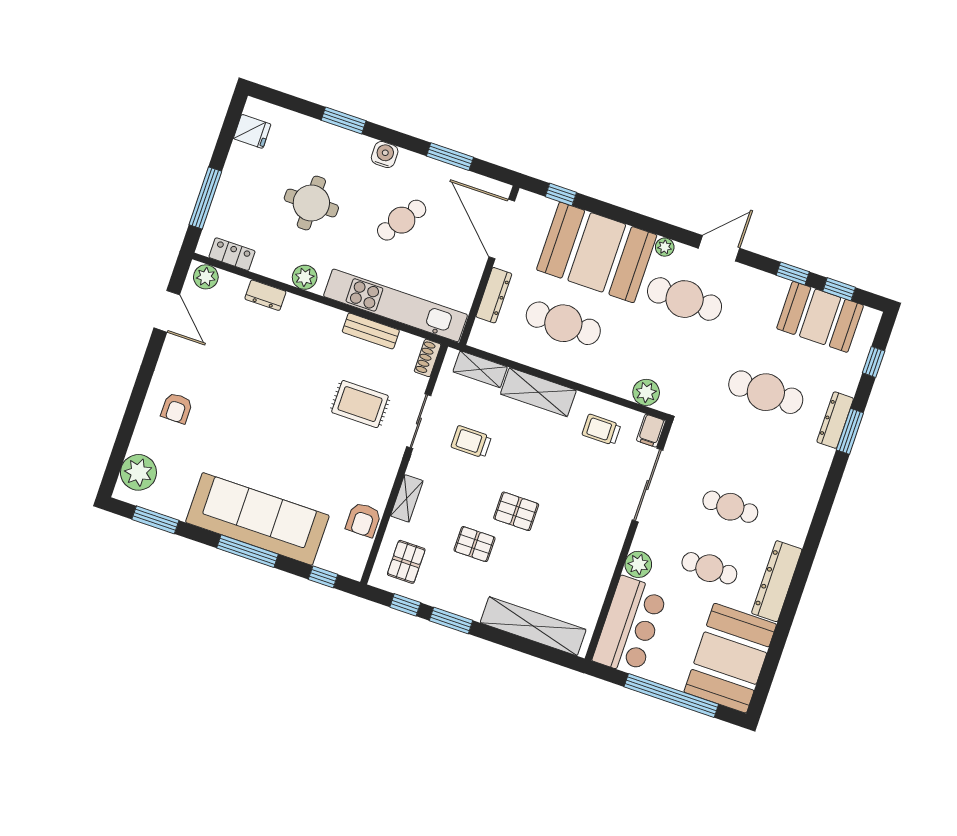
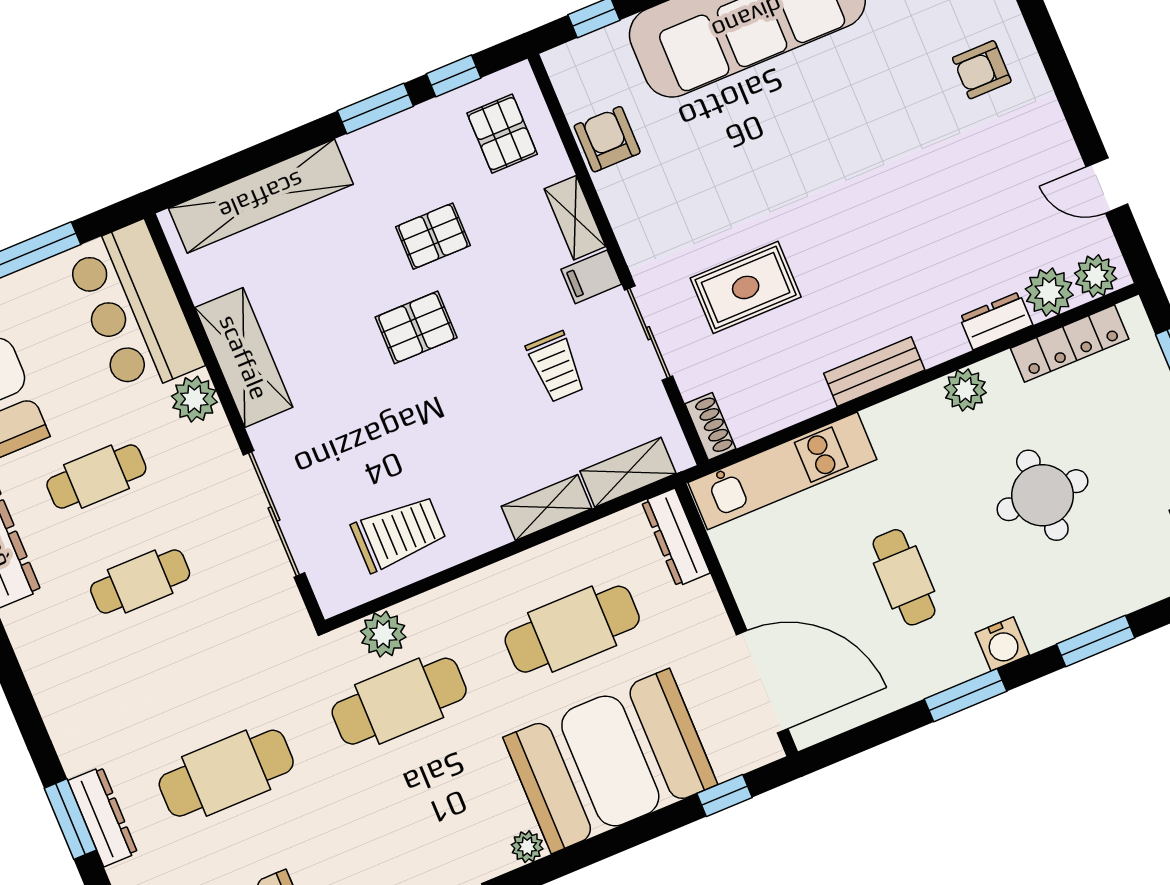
window: (450, 157) -> (965, 695), moved
cafe table: (402, 220) -> (904, 577), turned -35
locker: (232, 254) -> (1070, 344), width x1.53
plant: (232, 287) -> (1049, 292), added
dresser: (494, 295) -> (676, 537), moved
cafe table: (685, 299) -> (399, 701), moved
kitchen unit: (396, 305) -> (782, 471), width x0.73
door: (167, 311) -> (1107, 186), width x0.73
bench: (371, 331) -> (874, 372), moved
shelving: (538, 392) -> (547, 507), width x0.67, depth x0.75
armchair: (177, 408) -> (982, 70), turned -90
trolley: (601, 430) -> (399, 533), width x1.36, depth x1.39
filing cabinet: (651, 431) -> (591, 277), moved, turned -90
trolley: (471, 442) -> (556, 367), turned 90
shelving: (601, 564) -> (244, 357), added

